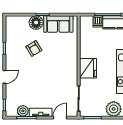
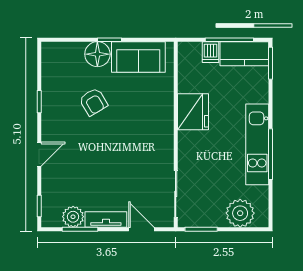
fridge: (88, 68) -> (193, 112), moved
door: (60, 118) -> (141, 229), hinge flipped

